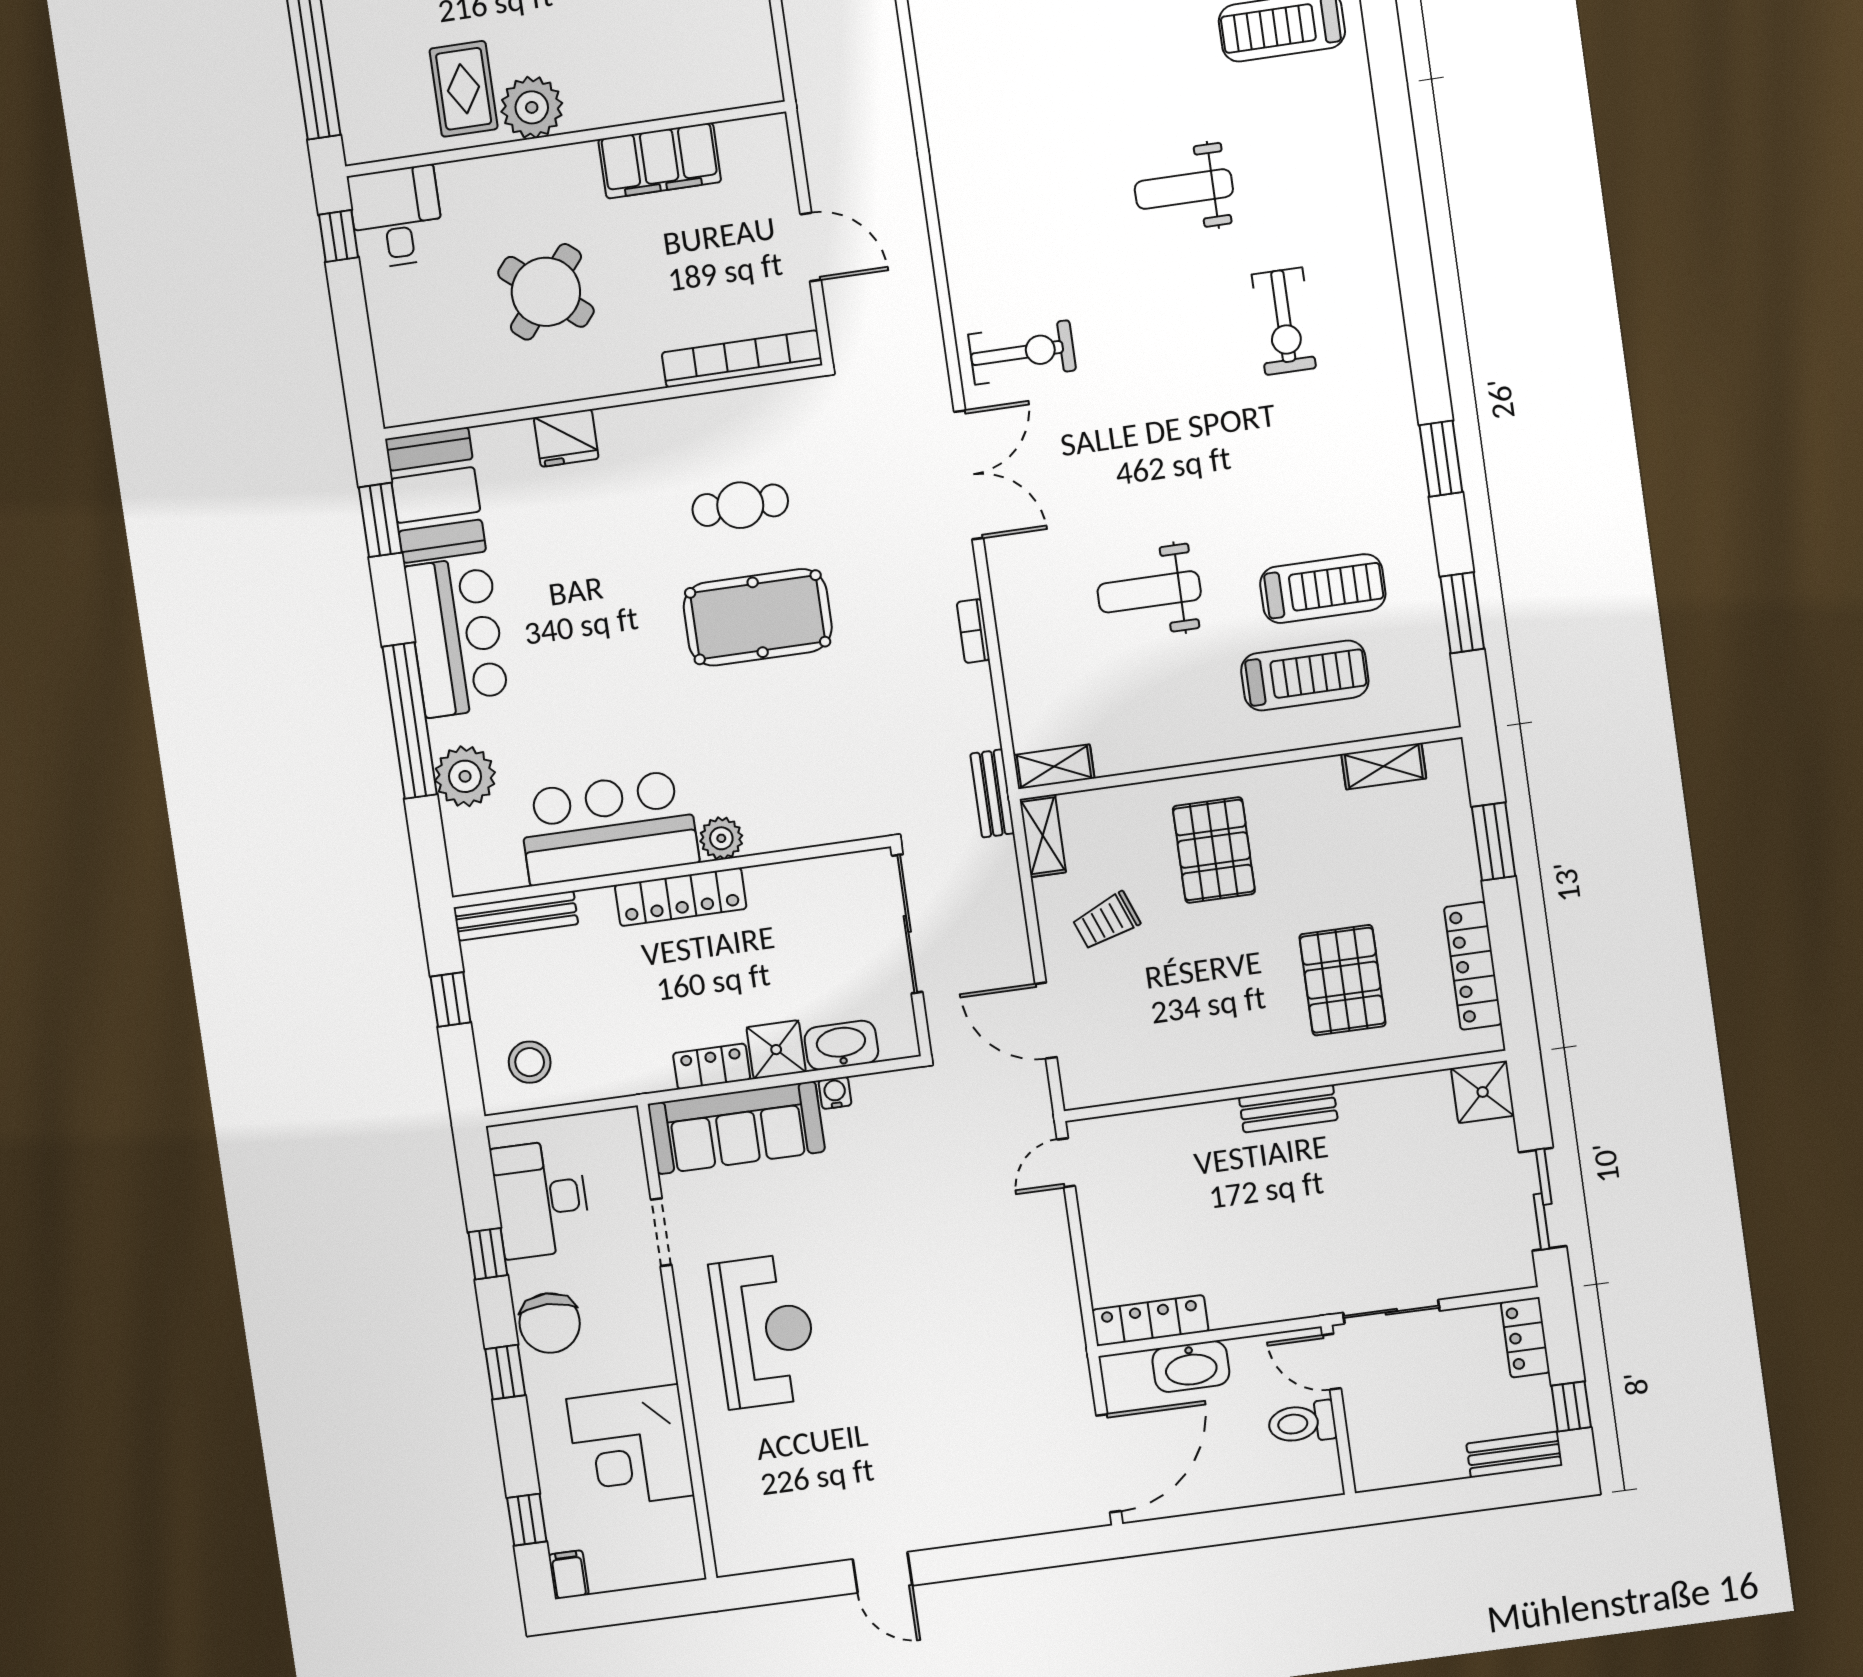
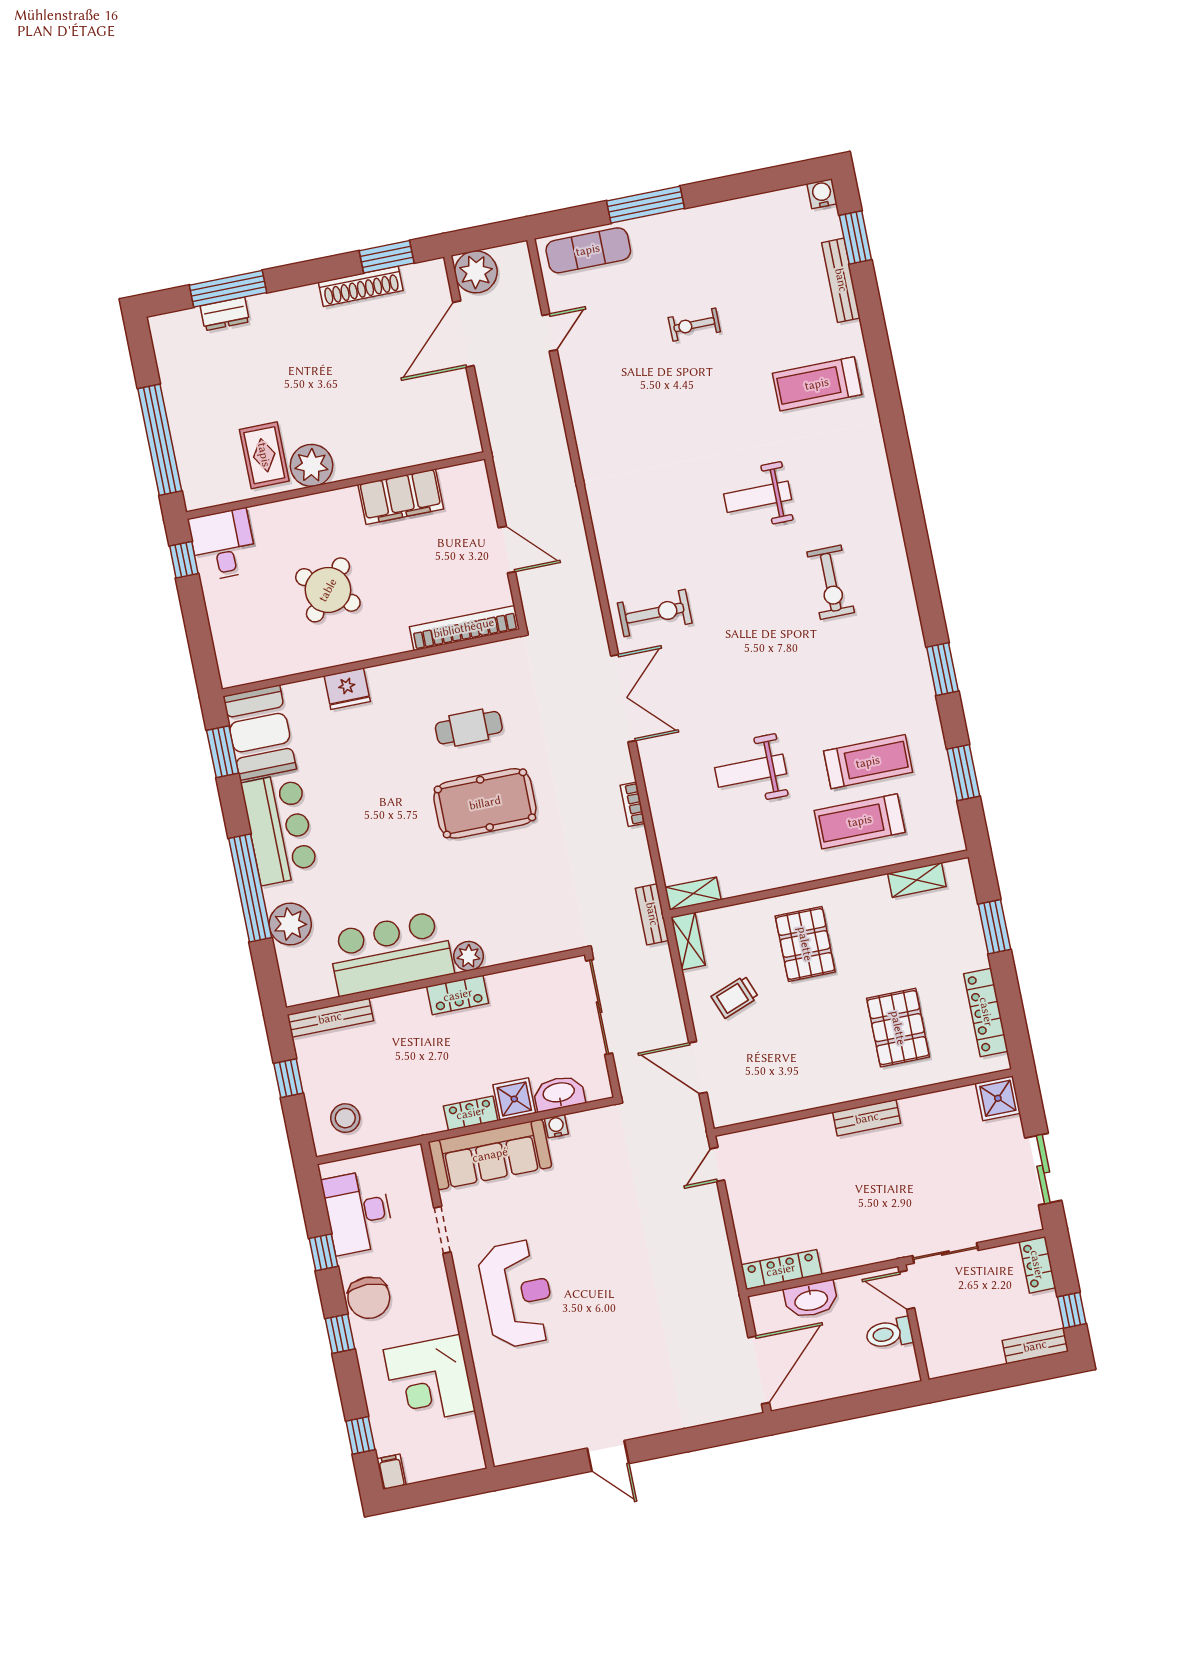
treadmill: (1305, 675) -> (860, 821), turned 180
locker: (681, 897) -> (458, 995), width x0.66

